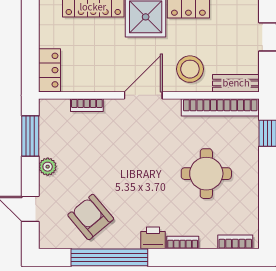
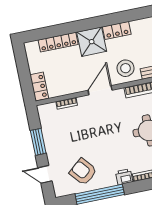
window: (30, 136) -> (38, 142), moved
plant: (48, 167) -> (50, 146), removed

